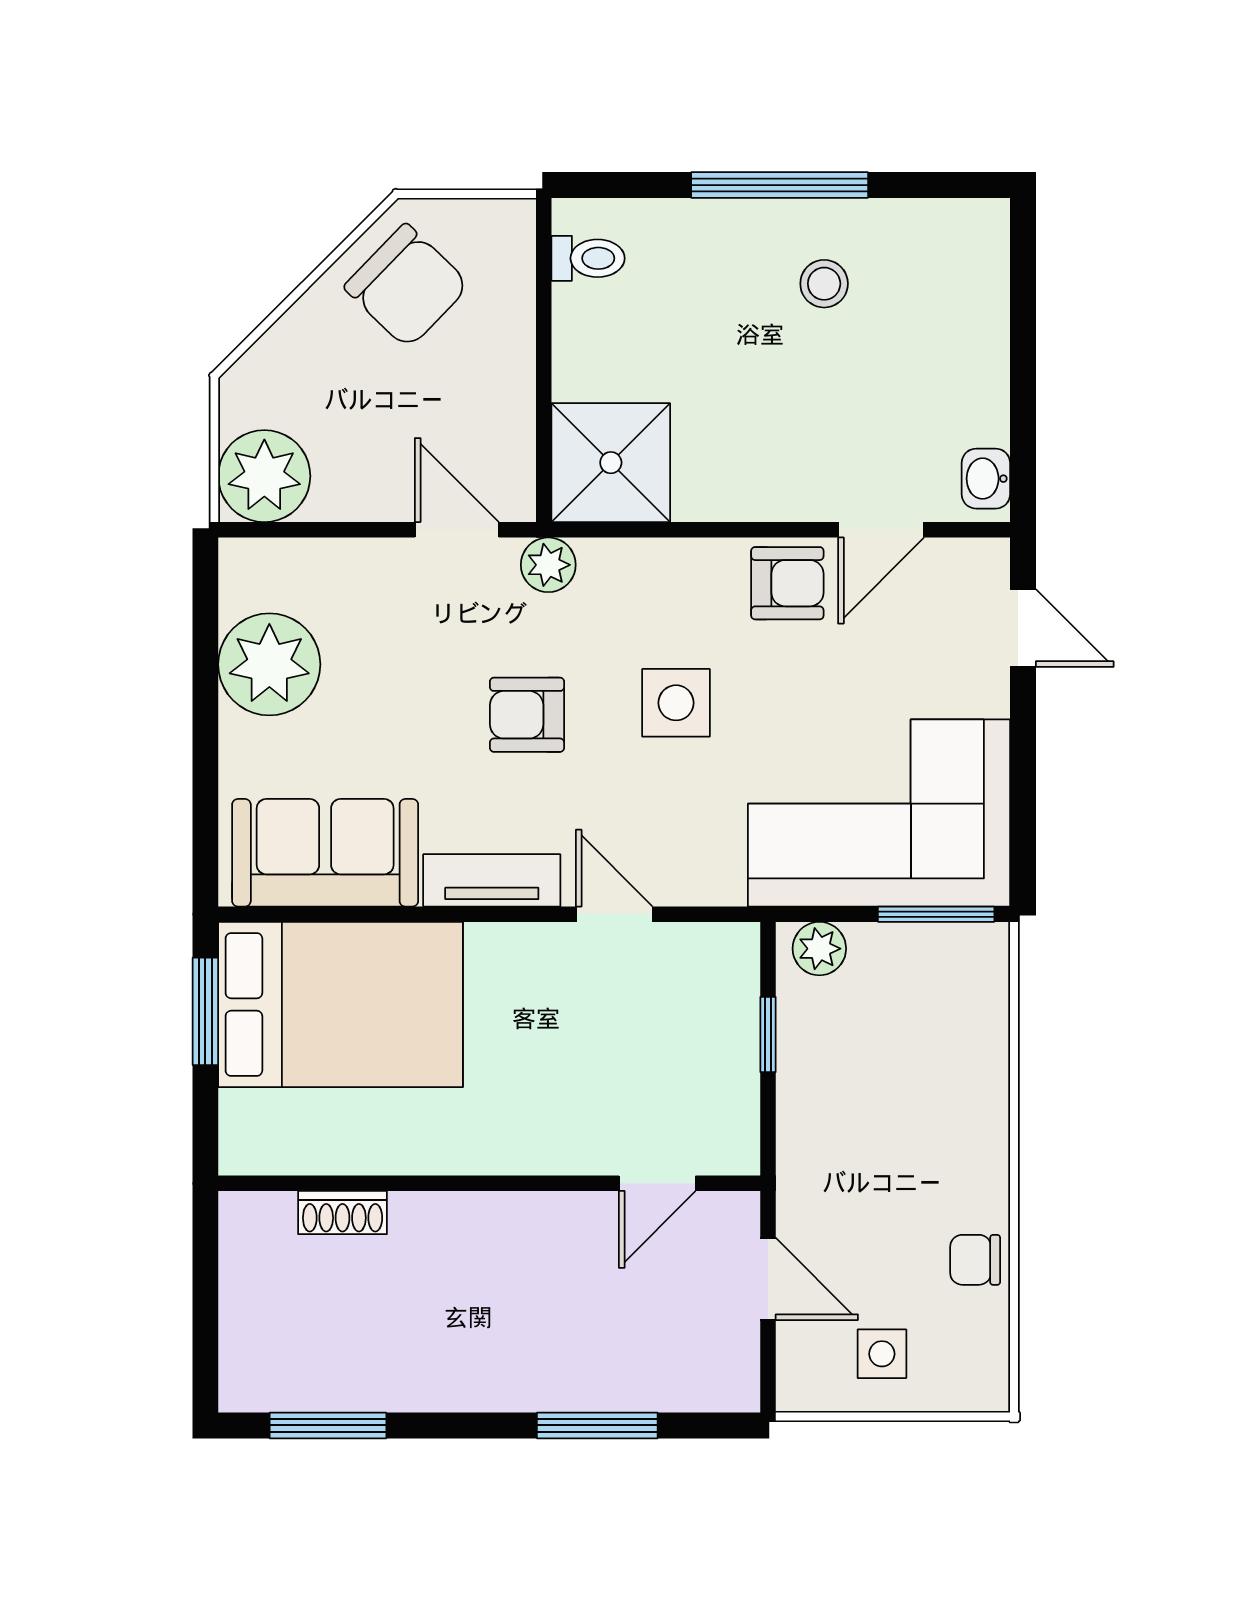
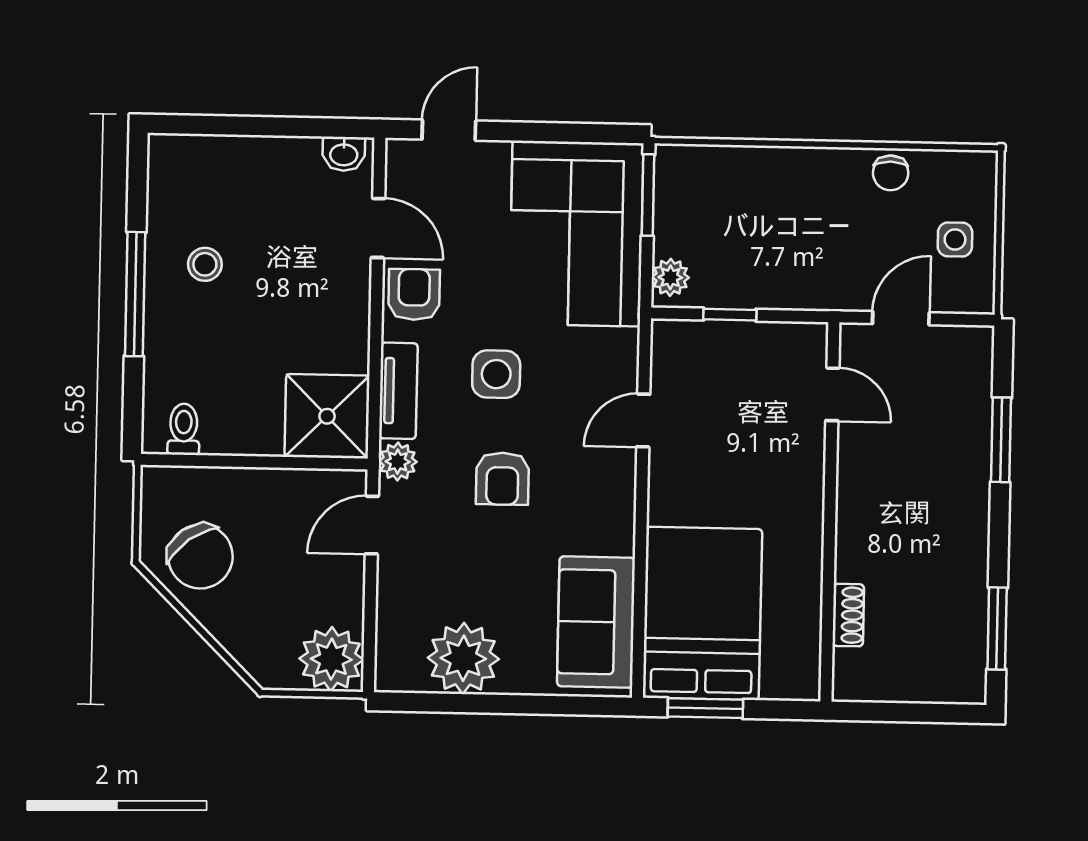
chair: (407, 286) -> (200, 556), turned 100
tv unit: (492, 880) -> (398, 391), moved, turned 180

